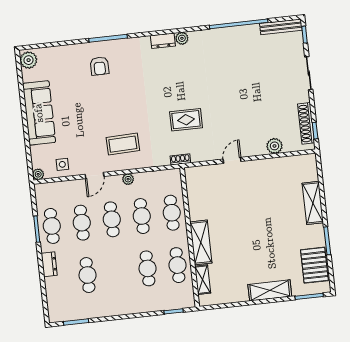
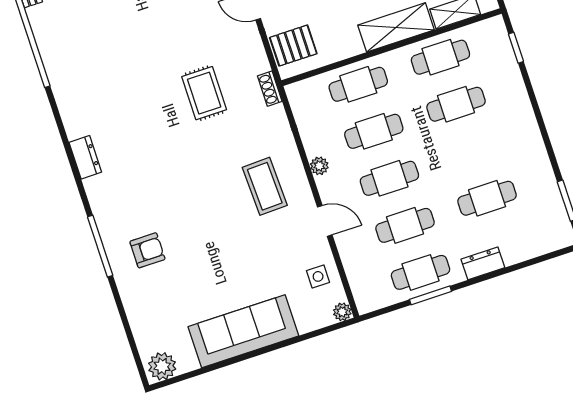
plant: (182, 38) -> (75, 127), removed
pallet: (203, 179) -> (293, 46), added

